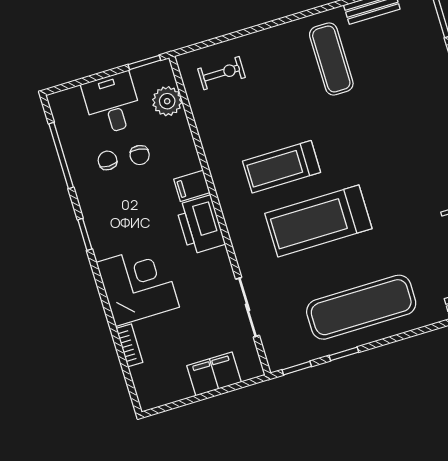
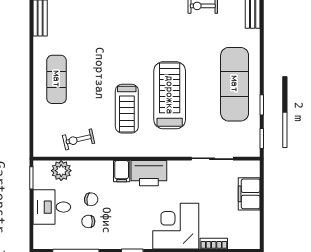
exercise mat: (331, 59) -> (57, 79), moved, turned 90
exercise bike: (222, 73) -> (79, 139), moved, turned -103
treadmill: (318, 221) -> (170, 95), turned 180

